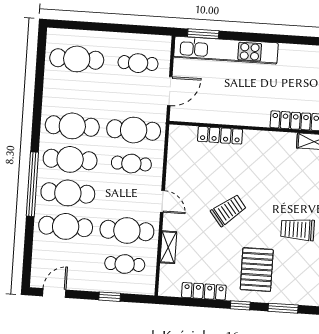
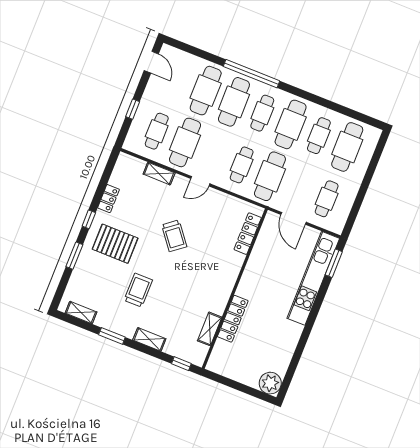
cafe table: (75, 92) -> (319, 136), added
locker: (220, 135) -> (248, 234), moved
cafe table: (70, 159) -> (262, 113), width x0.73, depth x0.74
locker: (204, 291) -> (109, 199), width x0.66

